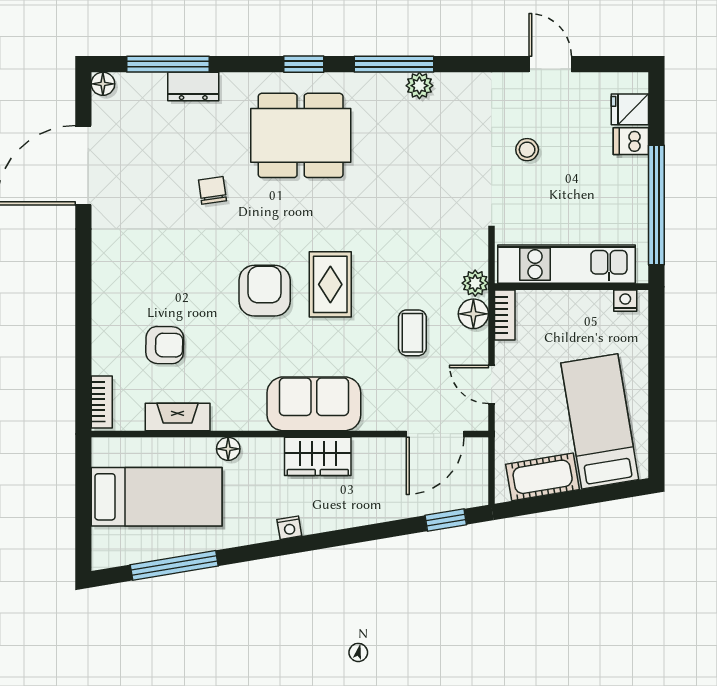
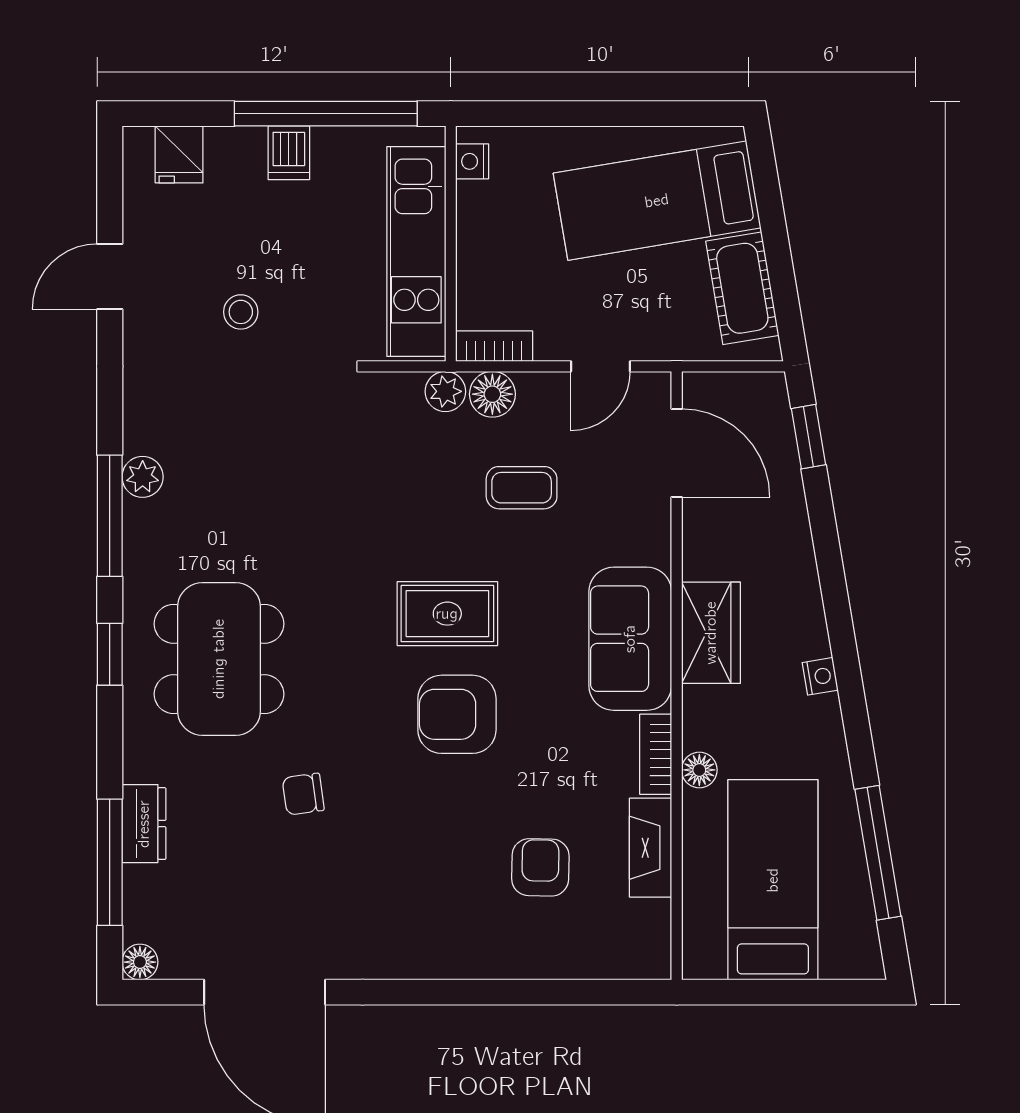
dishwasher: (631, 141) -> (289, 153), moved
bookcase: (102, 402) -> (656, 754), moved, turned -90

